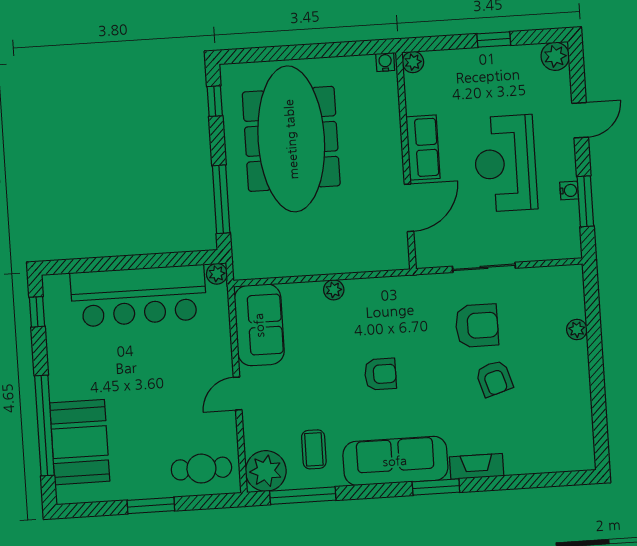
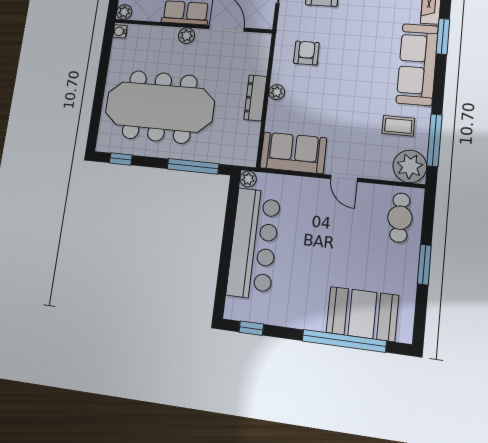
plant: (392, 156) -> (187, 36), added
dresser: (322, 263) -> (255, 98), added
armchair: (380, 374) -> (306, 53), moved

